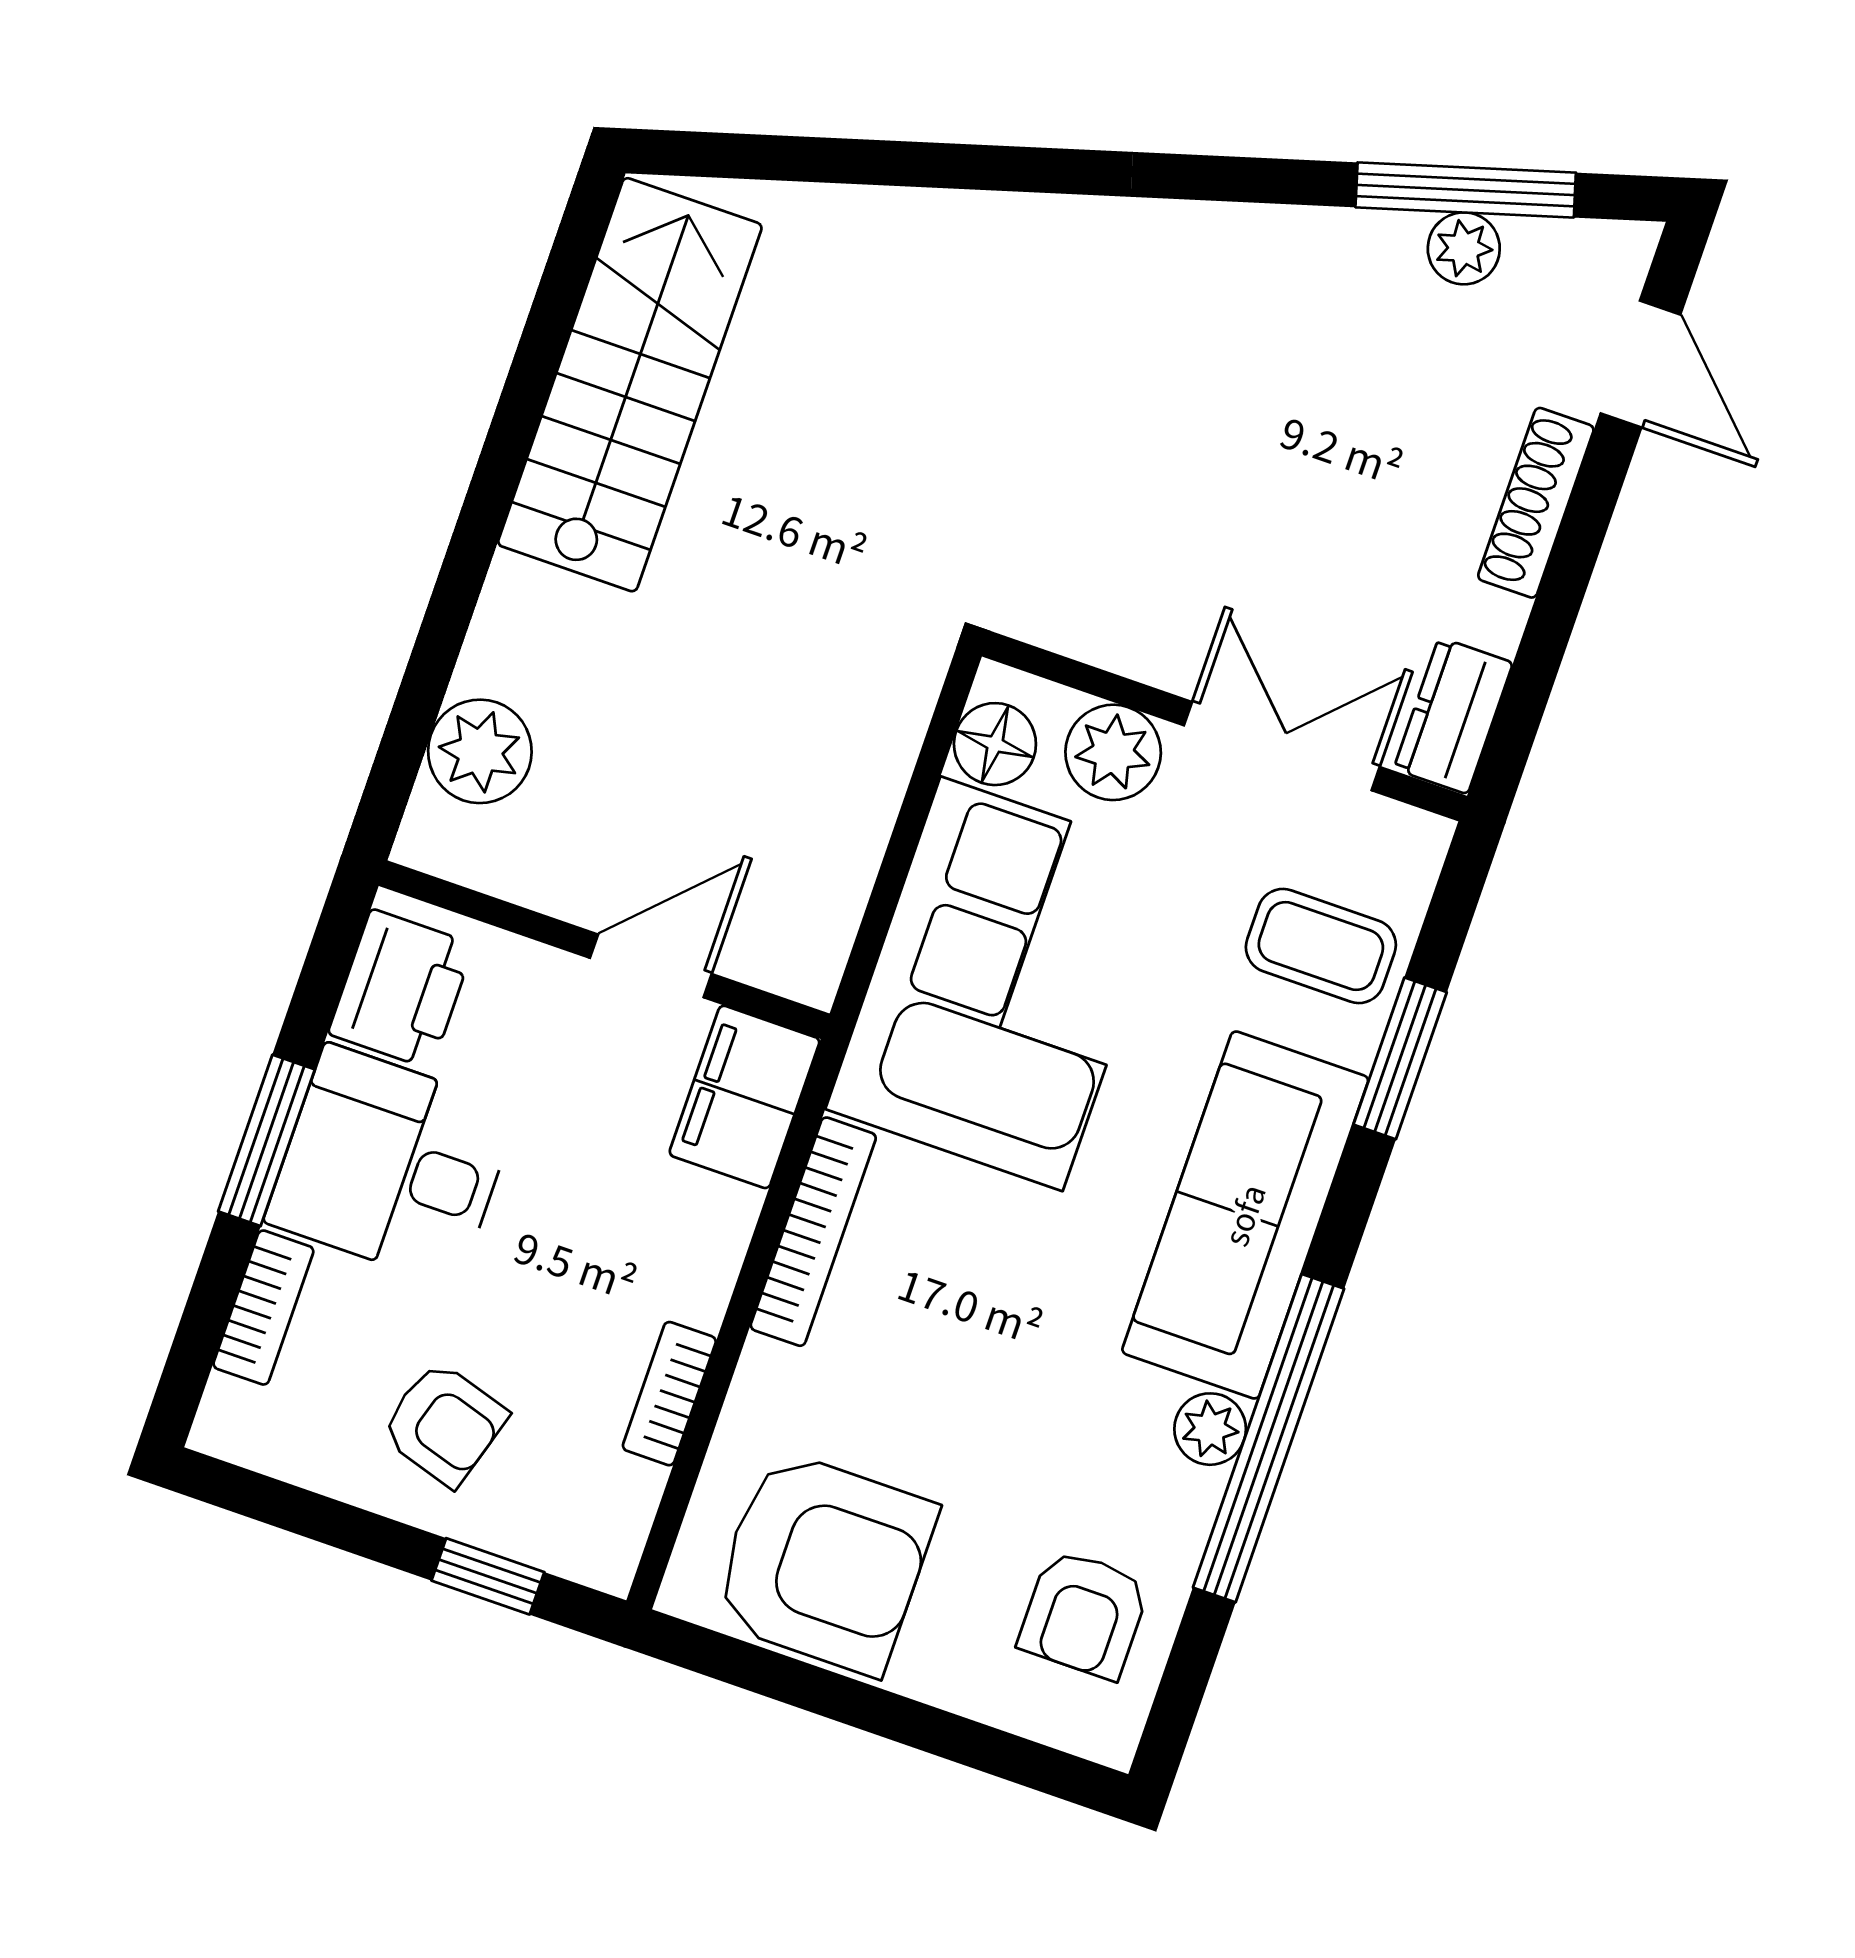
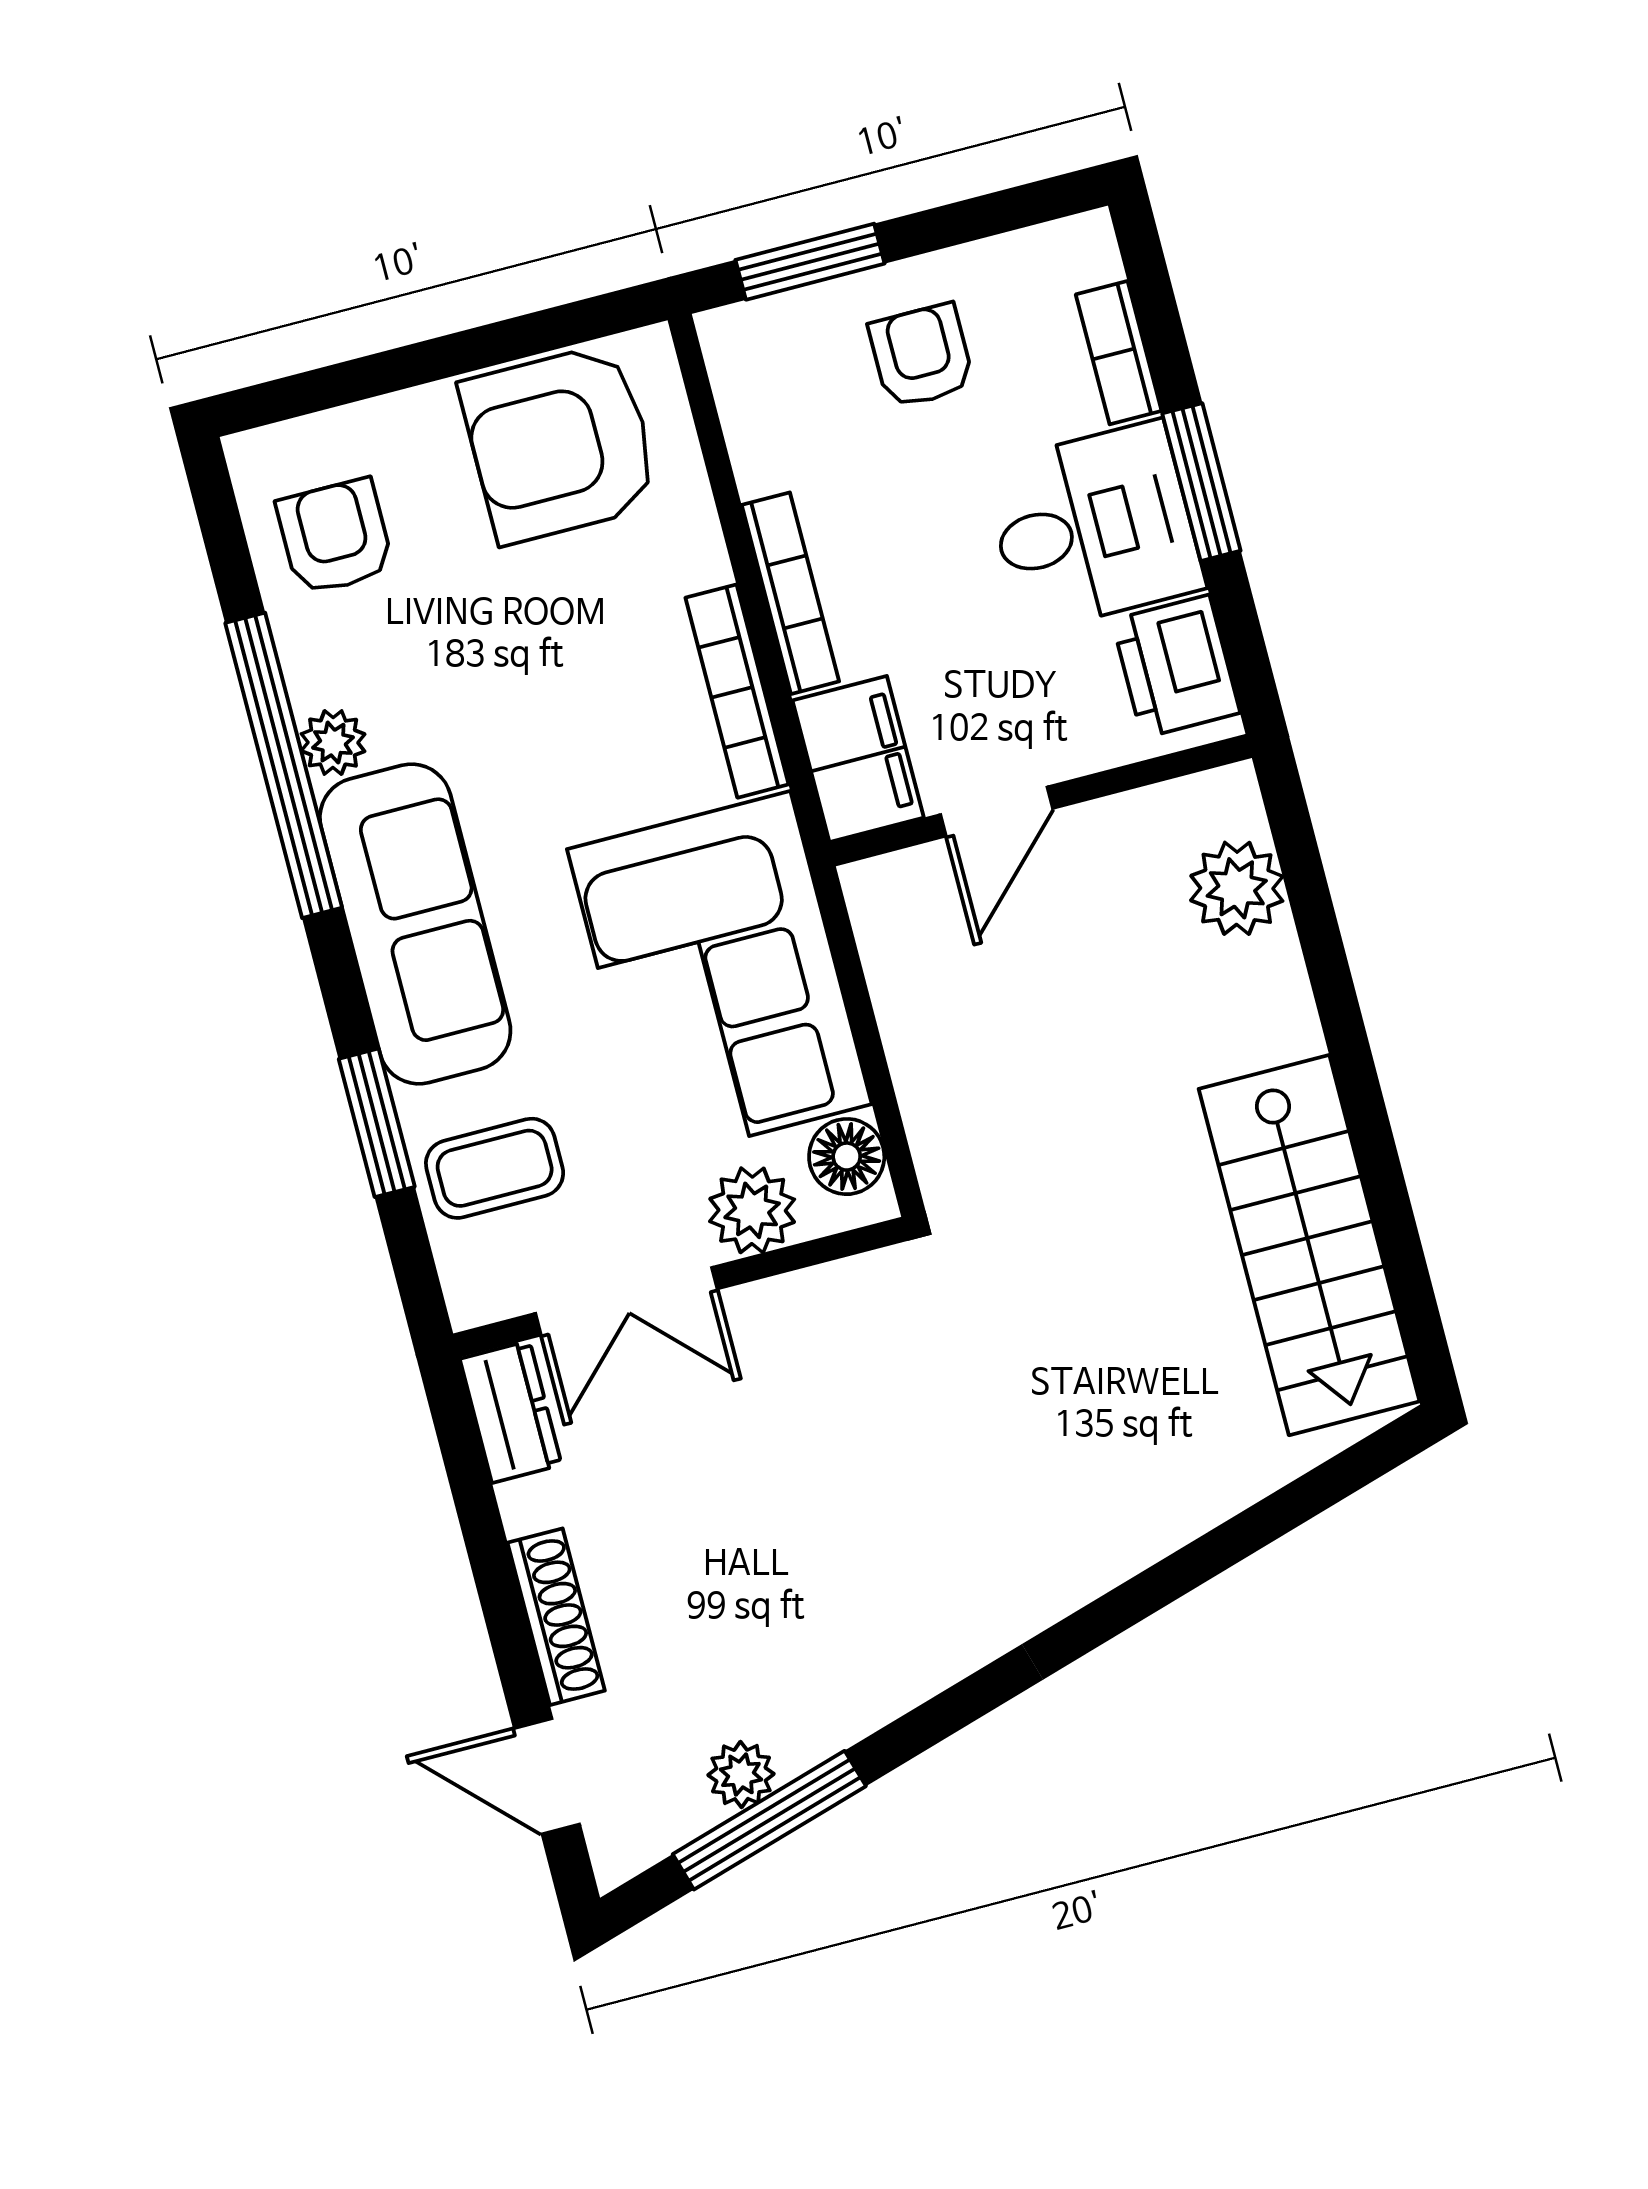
bookcase: (669, 1394) -> (790, 593), moved, width x1.56
armchair: (444, 1424) -> (921, 356), turned 73
window: (488, 1576) -> (810, 262), width x1.50

